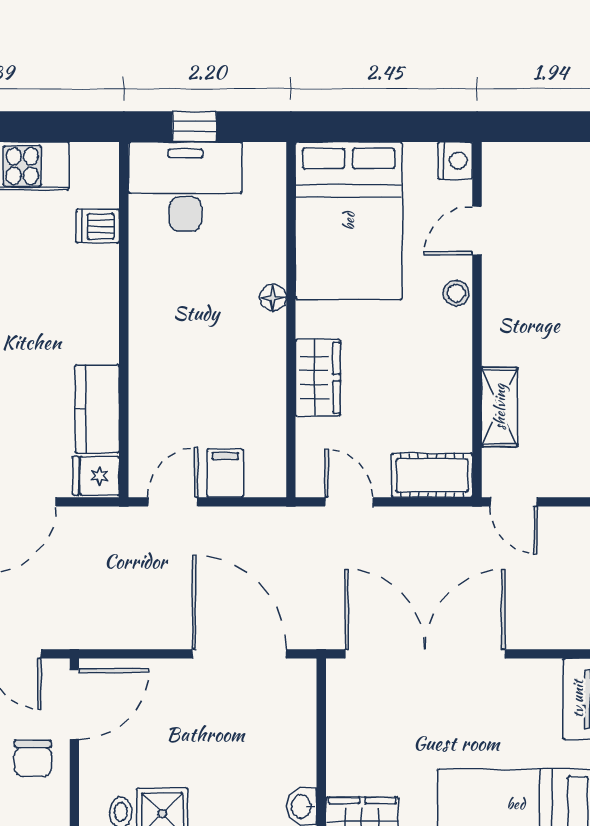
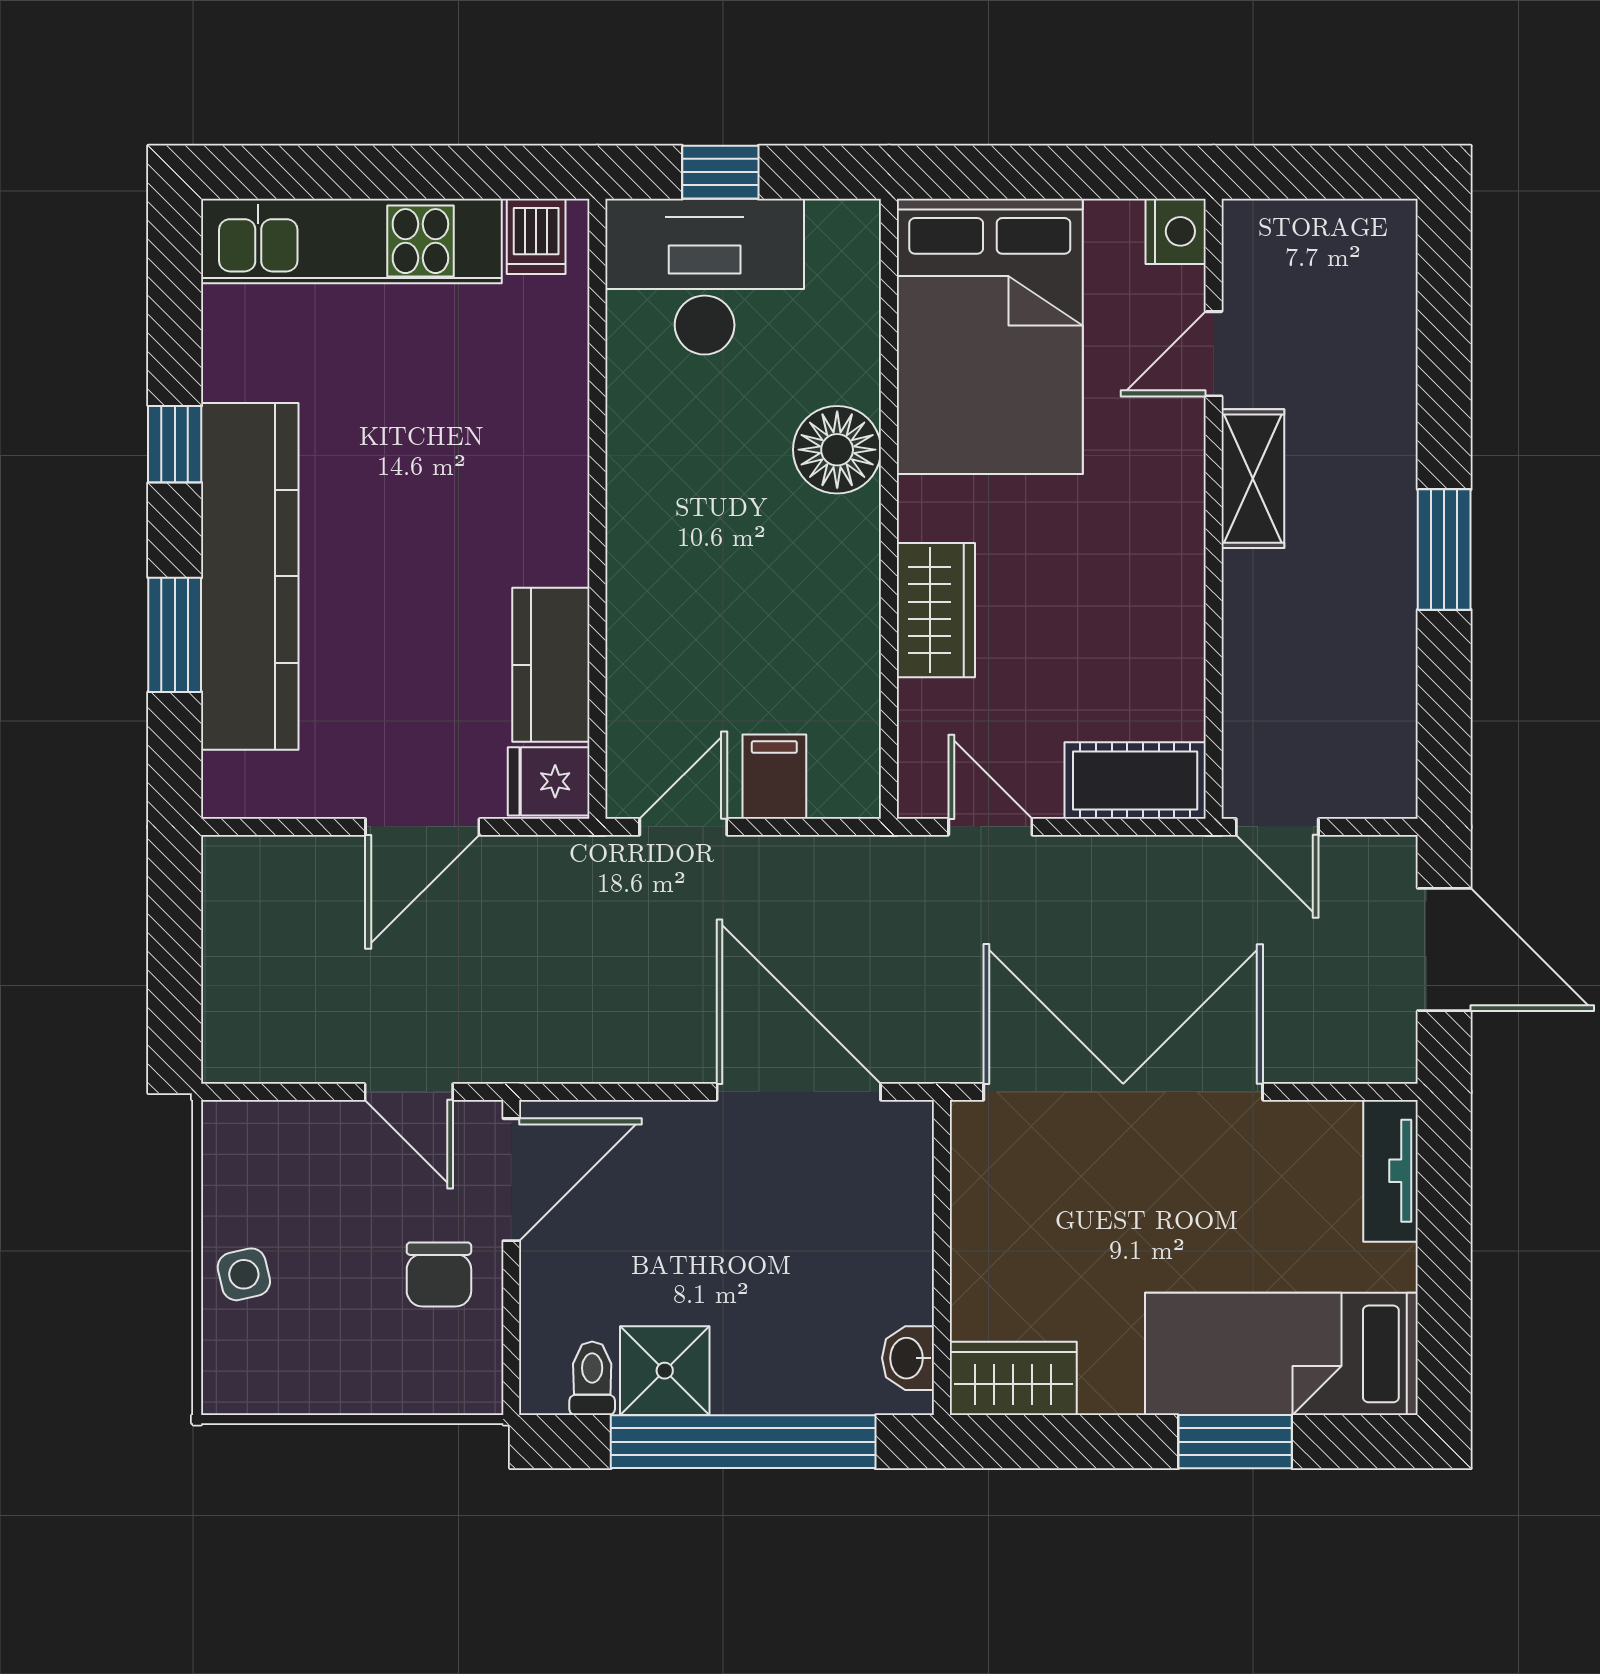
dishwasher: (98, 226) -> (536, 236), moved, turned -90
stool: (456, 293) -> (1177, 463), removed
floor lamp: (273, 298) -> (837, 450), width x1.89, depth x1.89
shelving: (500, 407) -> (1253, 479), moved

